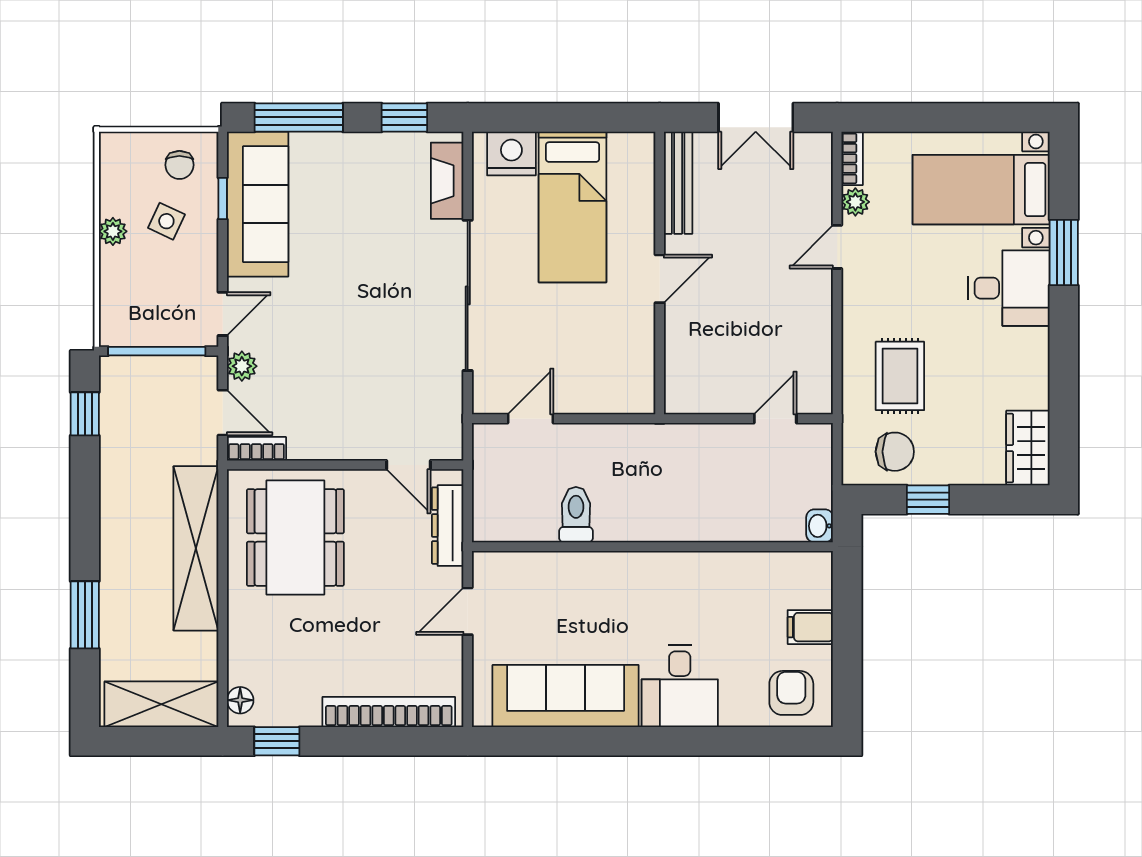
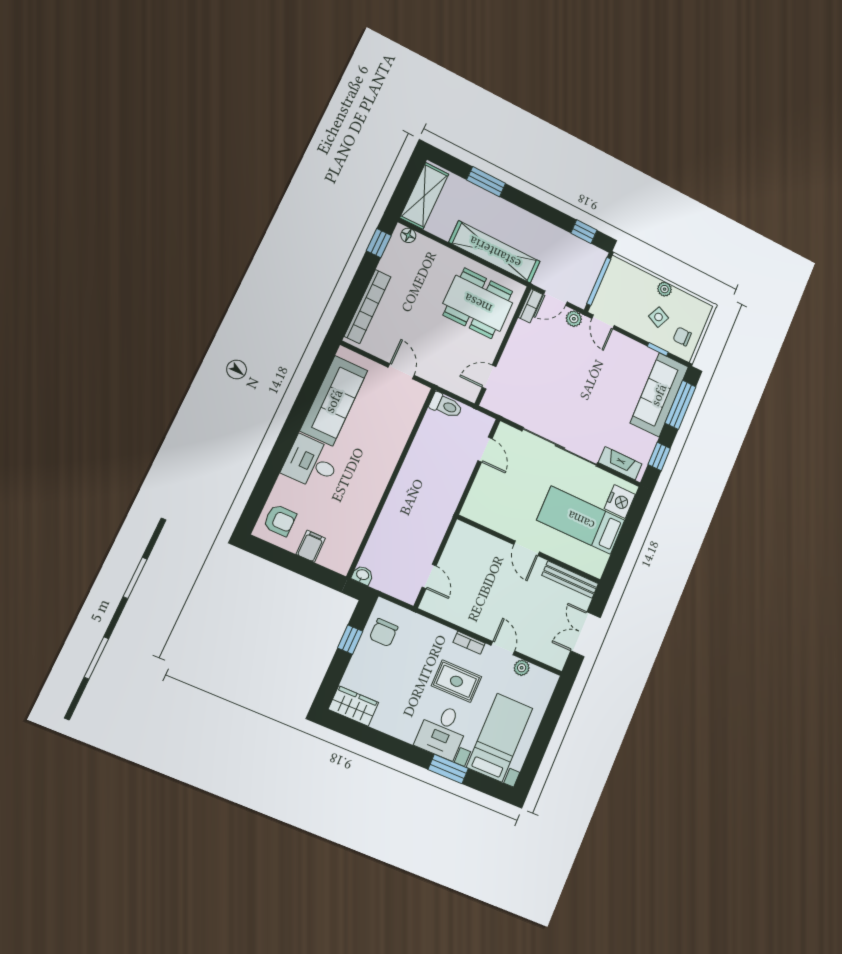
bookcase: (852, 158) -> (469, 643), moved
sofa: (258, 204) -> (659, 395), moved, turned 90
rug: (900, 376) -> (456, 681), moved
toilet: (576, 515) -> (446, 406), moved
dresser: (448, 526) -> (450, 382), removed

